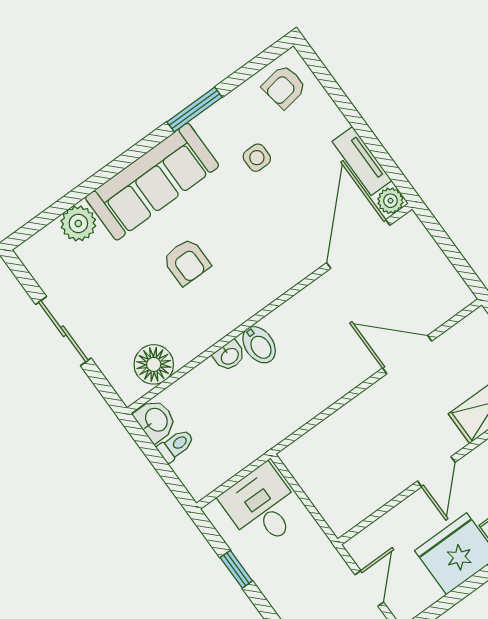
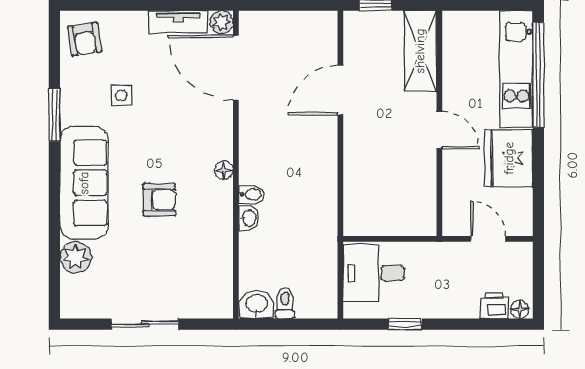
bidet: (259, 345) -> (252, 194), width x0.72, depth x0.74
floor lamp: (154, 364) -> (224, 170), moved, width x0.53, depth x0.53

